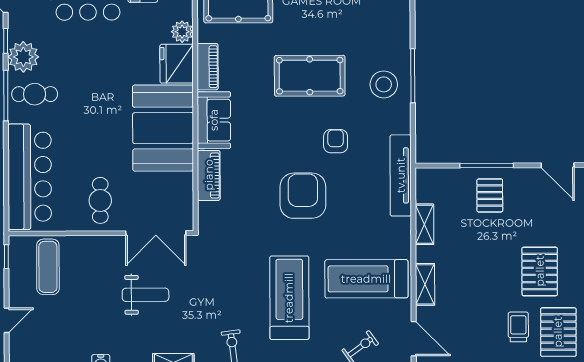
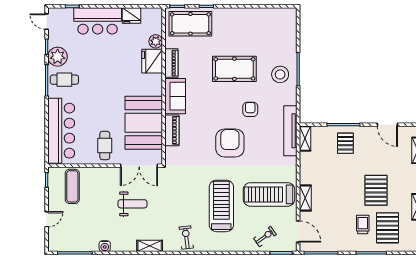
booth: (163, 128) -> (144, 123), moved
shelving: (424, 224) -> (305, 139), moved

